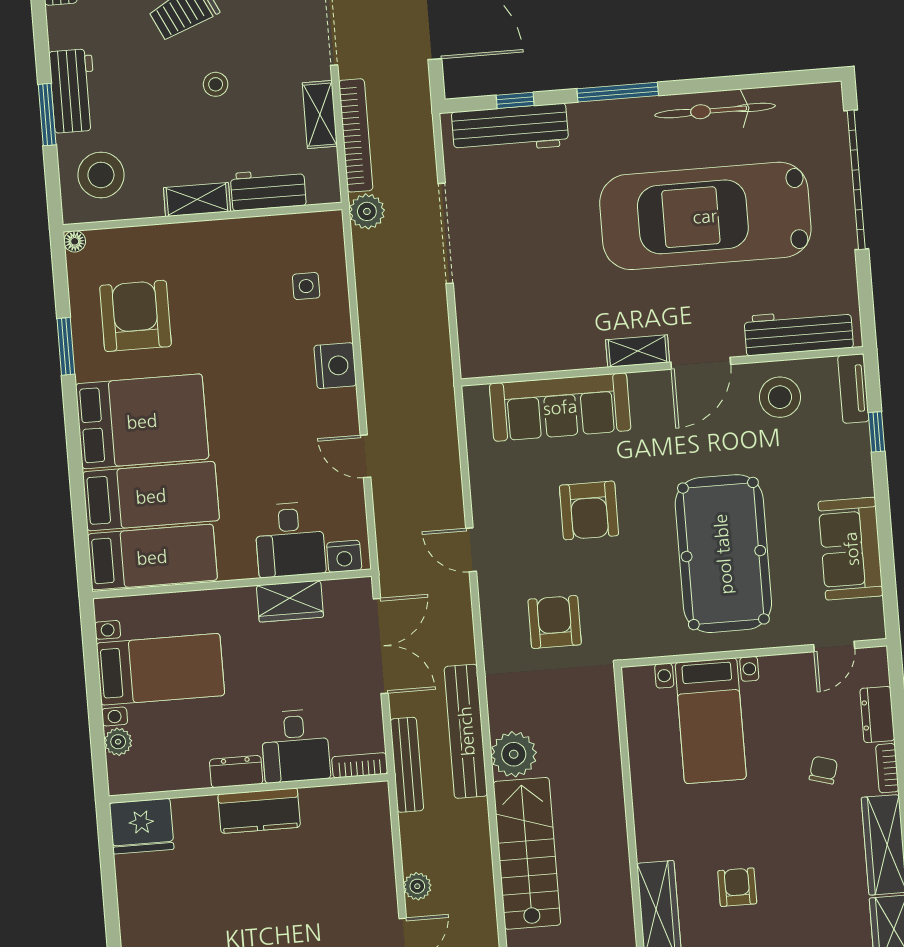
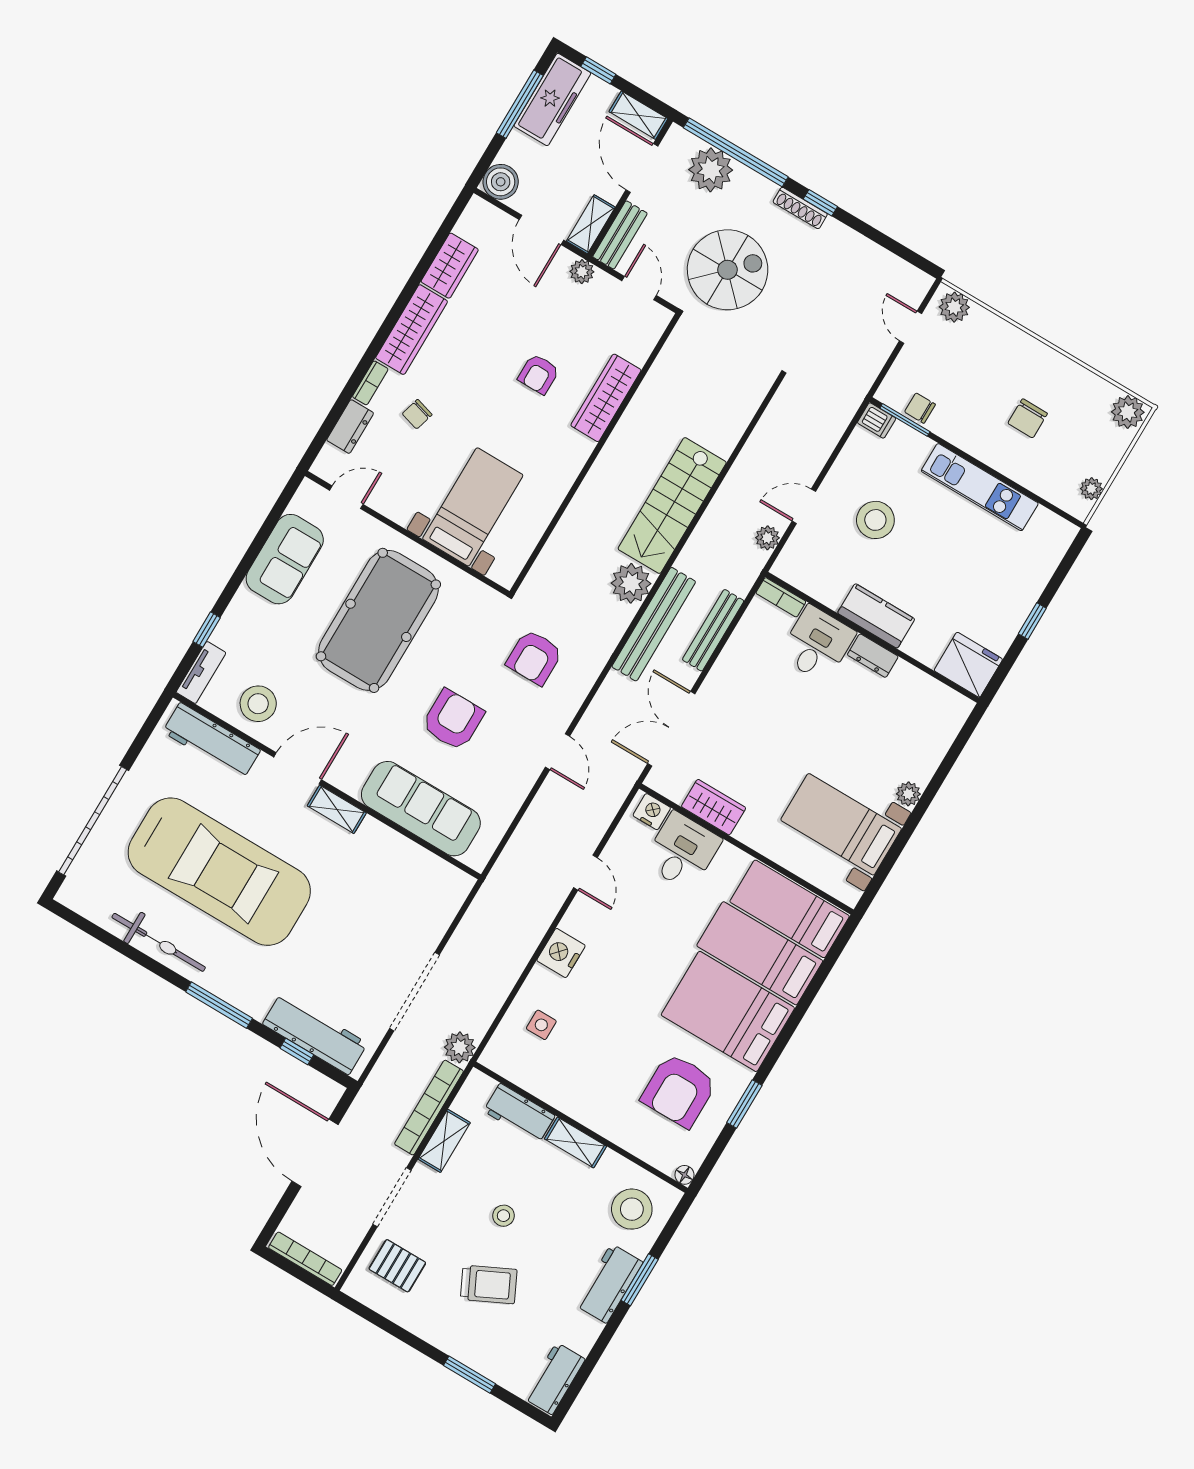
desk: (295, 746) -> (817, 644), moved
bookcase: (360, 765) -> (781, 597), moved
dresser: (236, 772) -> (873, 656), moved
wall: (248, 788) -> (872, 637), moved
kitchen counter: (259, 811) -> (876, 616), moved
fridge: (142, 826) -> (968, 665), moved

